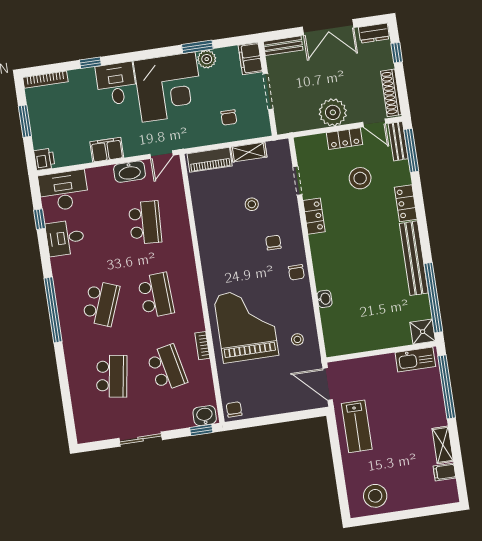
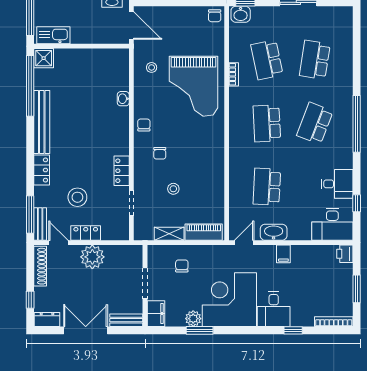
filing cabinet: (107, 150) -> (283, 254), width x0.50

